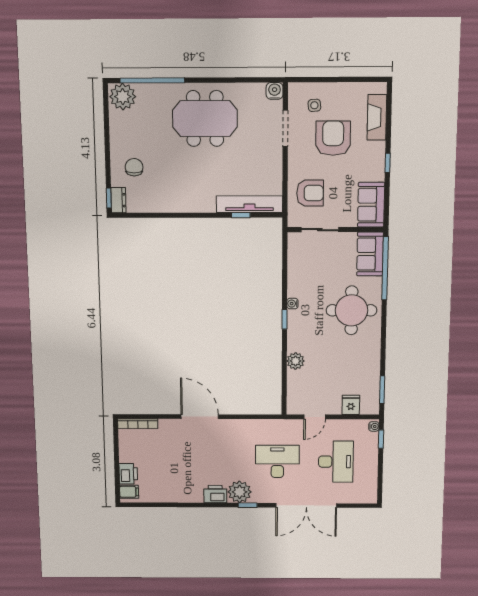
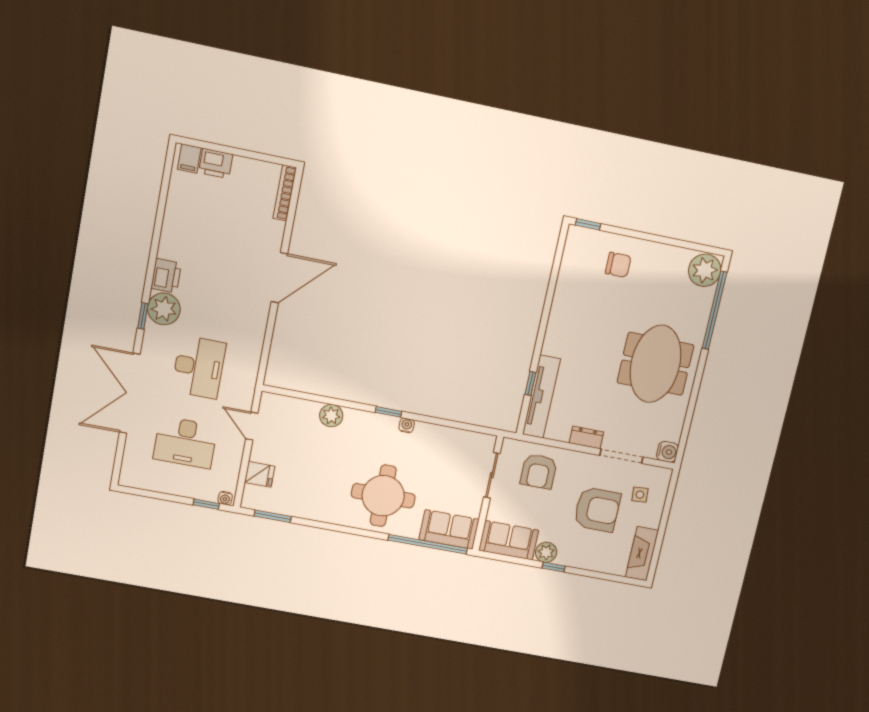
fireplace: (377, 117) -> (642, 554), moved, turned -90
plant: (376, 172) -> (546, 552), added
dresser: (118, 200) -> (586, 438), moved, turned 180

